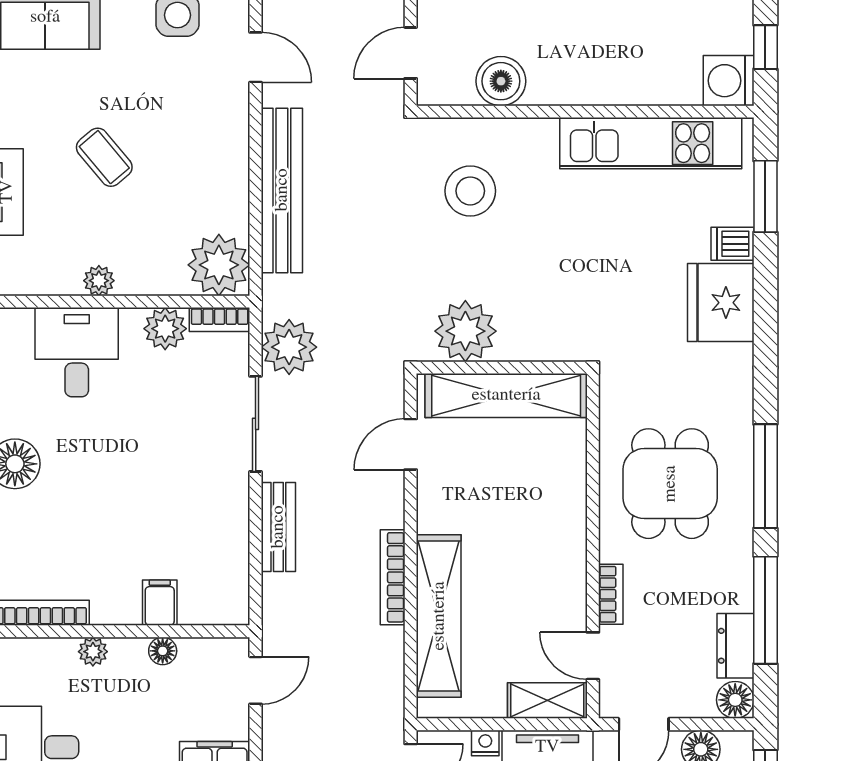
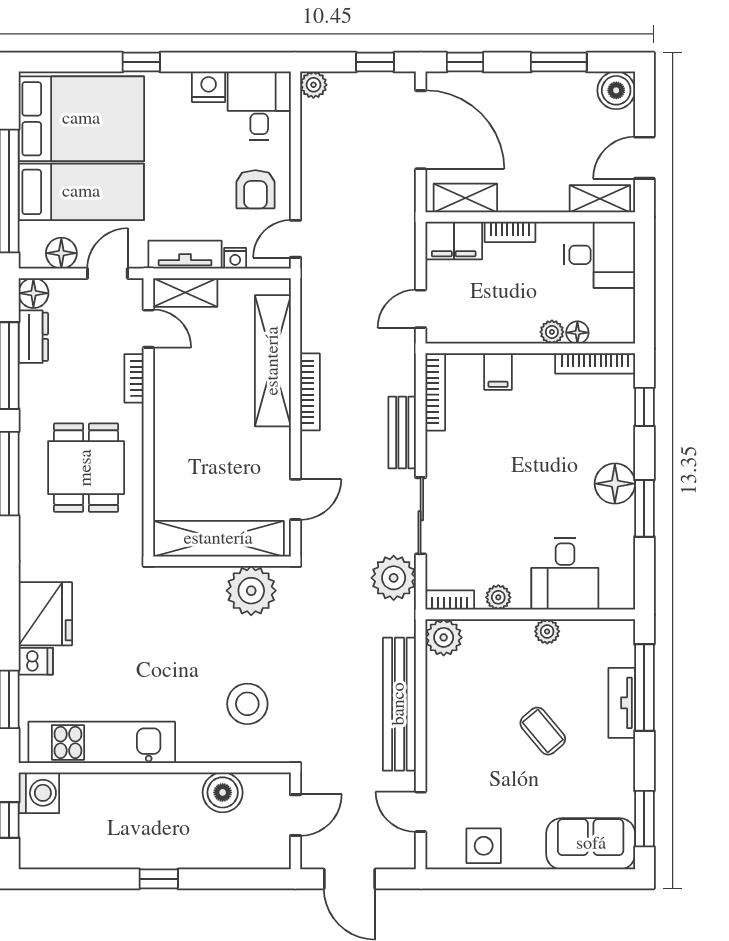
plant: (219, 265) -> (444, 637), width x0.73, depth x0.73
plant: (165, 329) -> (498, 597), width x0.73, depth x0.73
bookcase: (237, 577) -> (435, 392), added
floor lamp: (163, 651) -> (577, 333), moved

